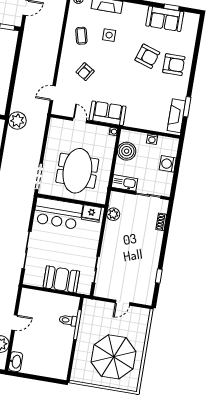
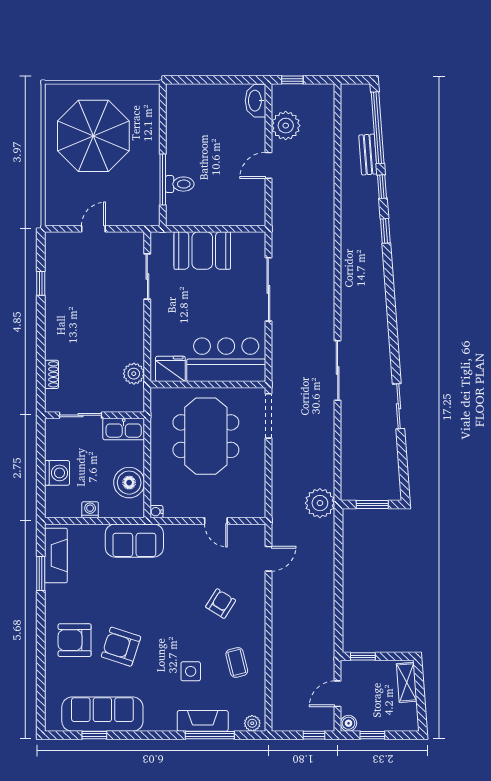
sofa: (165, 19) -> (102, 714), width x1.36
sofa: (108, 113) -> (134, 541), moved

